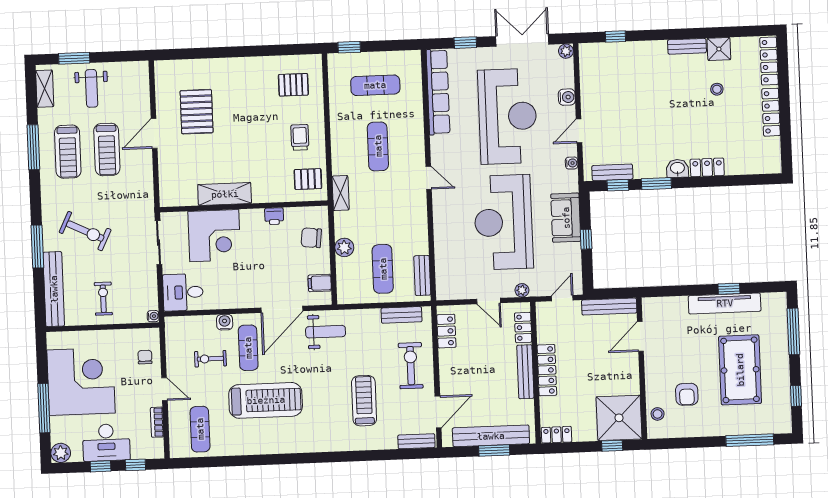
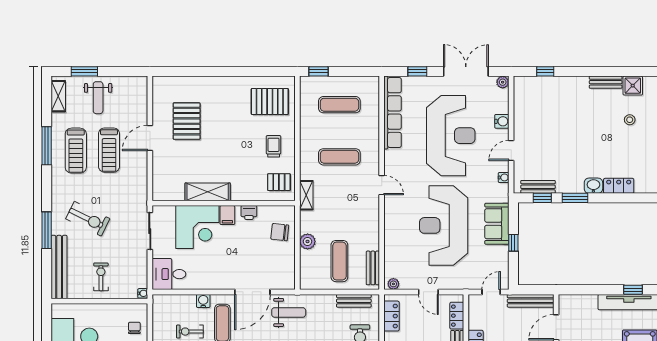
pallet: (293, 85) -> (270, 101), width x1.50, depth x1.42
exercise mat: (378, 146) -> (339, 157), turned 90
filing cabinet: (320, 283) -> (227, 215), moved, turned -90
plant: (522, 290) -> (393, 284), moved

